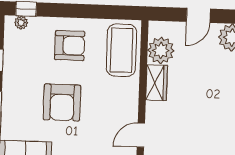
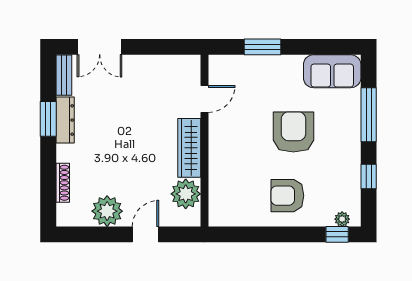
coffee table: (122, 50) -> (230, 193), removed
wardrobe: (157, 83) -> (189, 148), width x1.50

